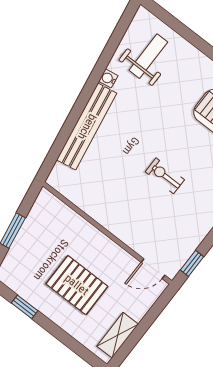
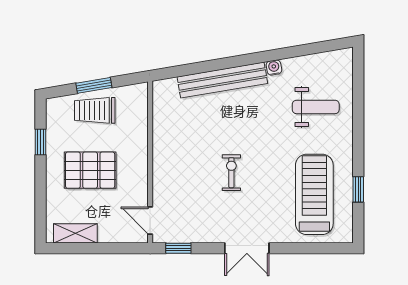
weight bench: (148, 56) -> (316, 107), moved
trolley: (33, 245) -> (95, 110), added
pallet: (77, 285) -> (90, 170), turned 90

